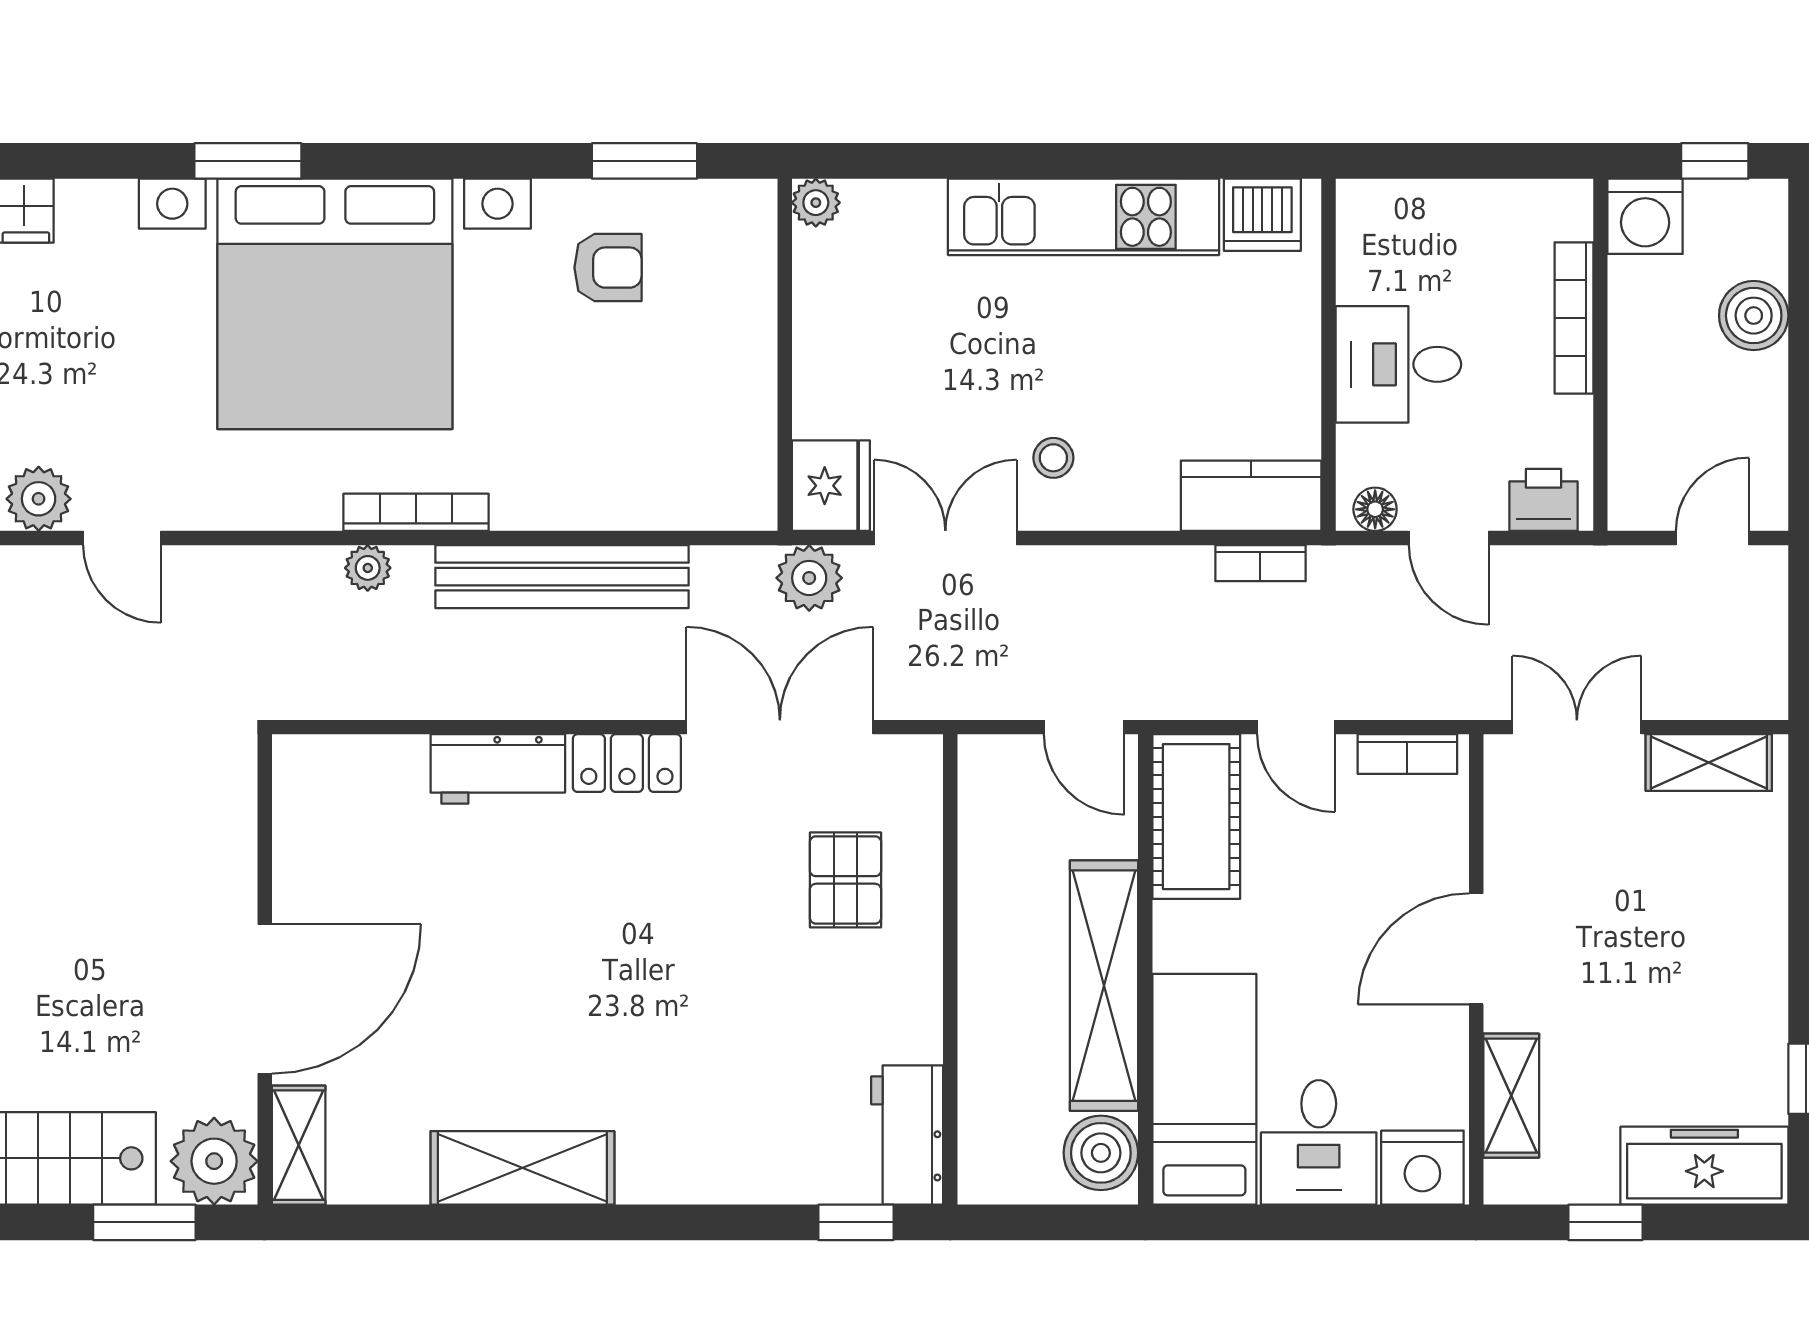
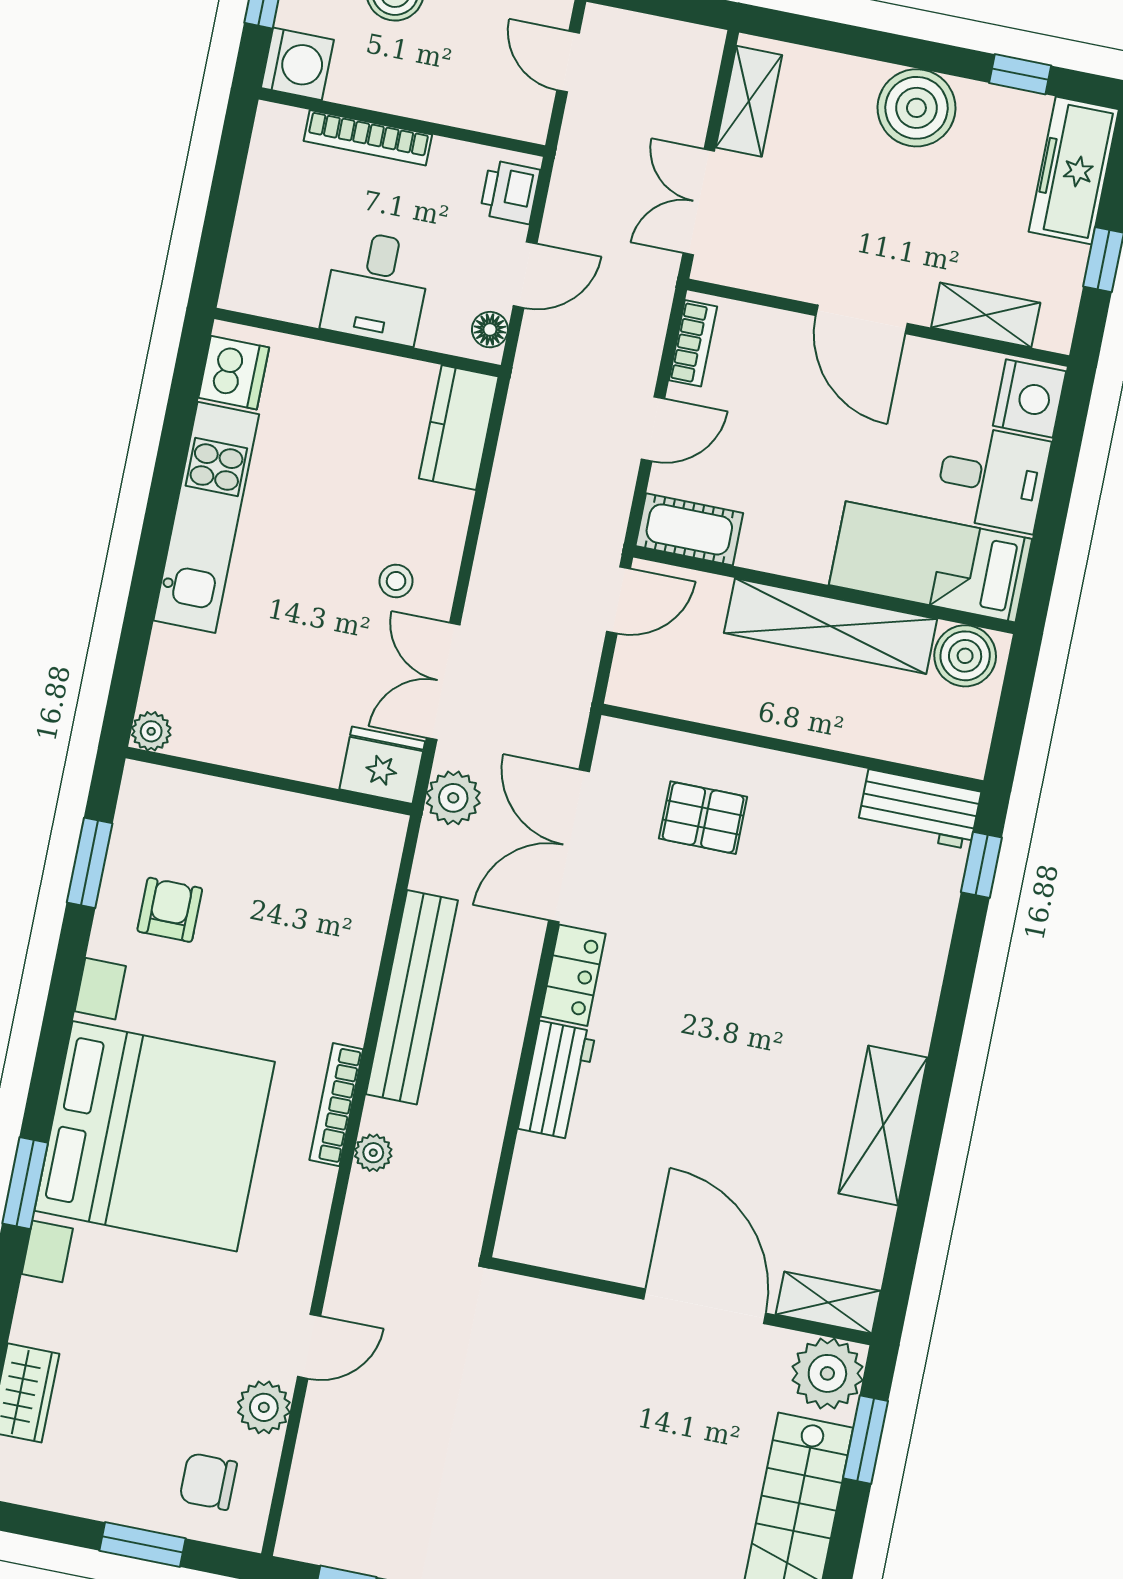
bookcase: (1260, 563) -> (515, 431), removed
cot: (1196, 817) -> (689, 529), width x0.73, depth x0.75
boiler: (1741, 964) -> (916, 108), added

